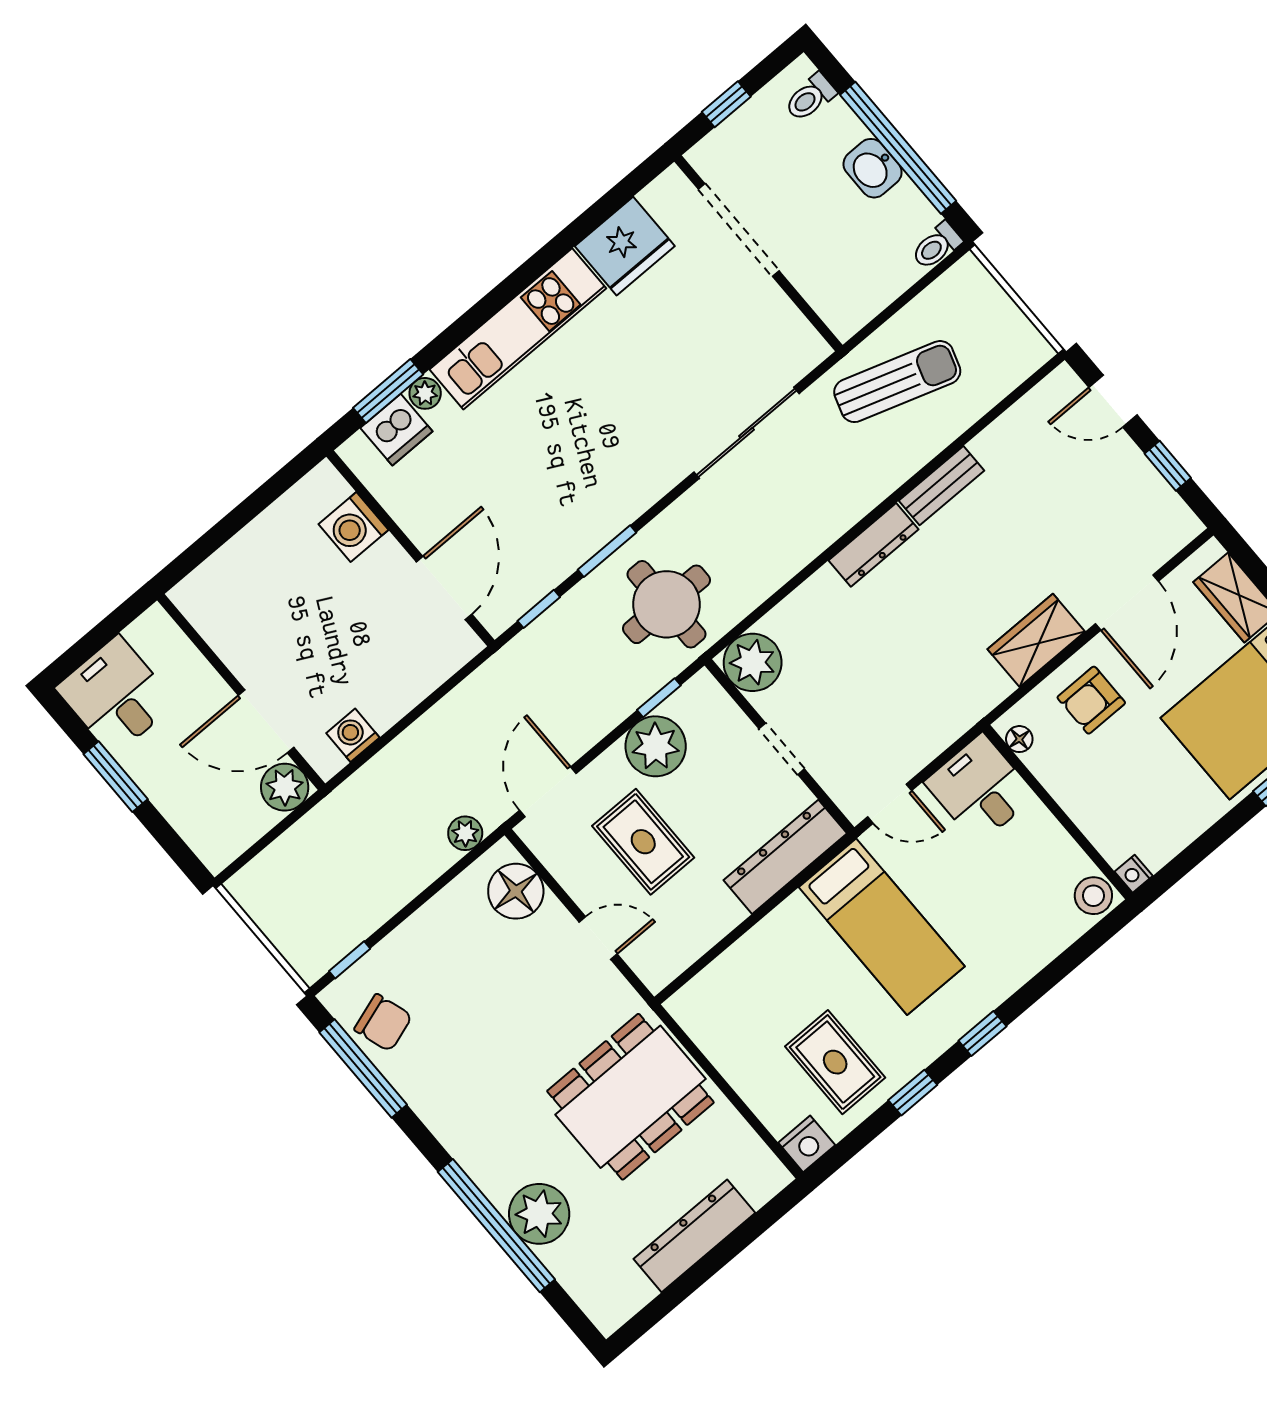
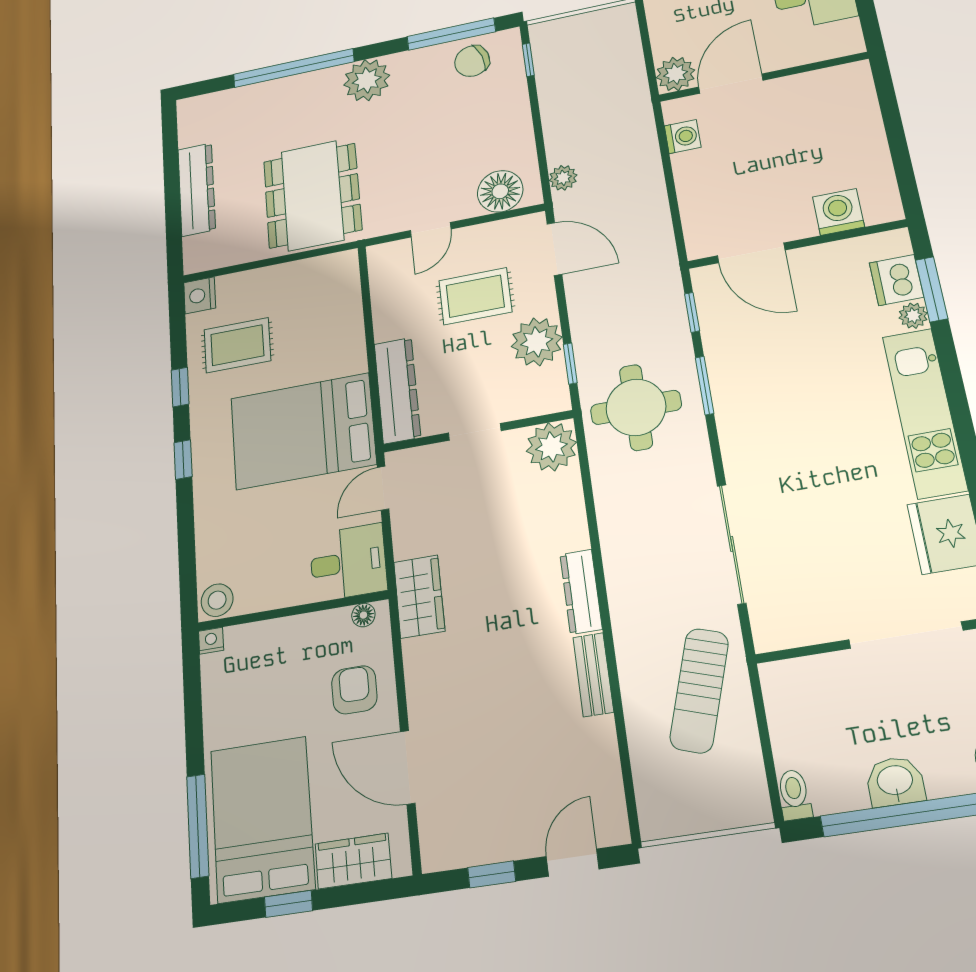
wardrobe: (1036, 640) -> (419, 596), moved
bed: (882, 927) -> (303, 431), width x1.50
plant: (539, 1214) -> (367, 80), moved

